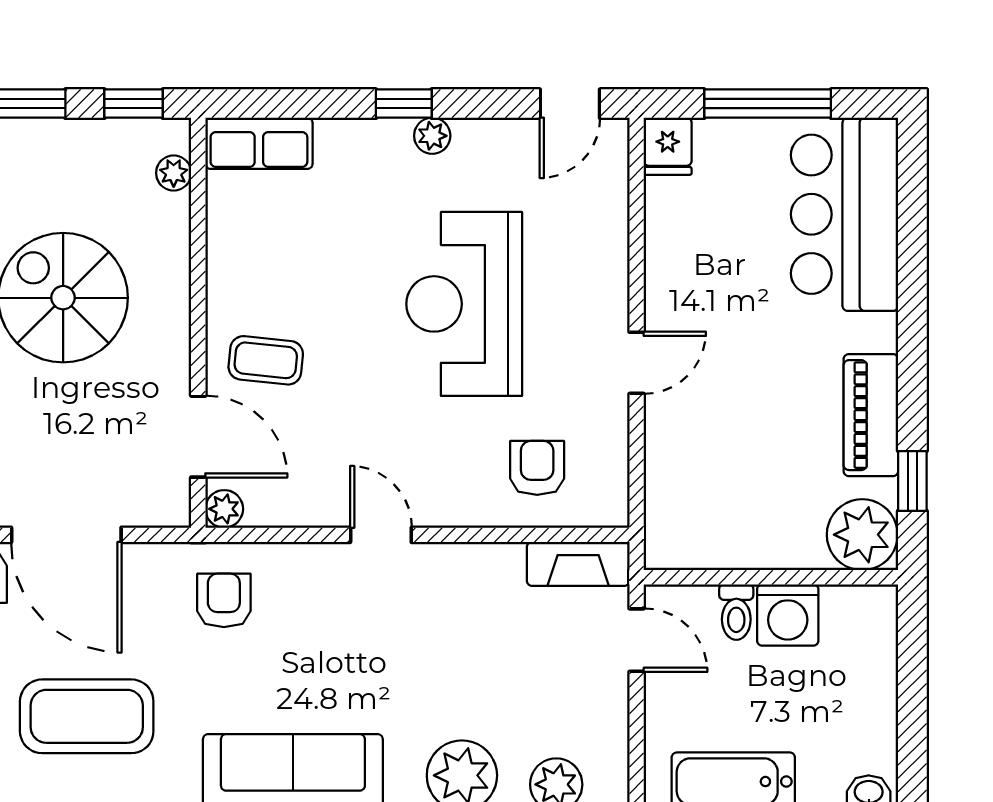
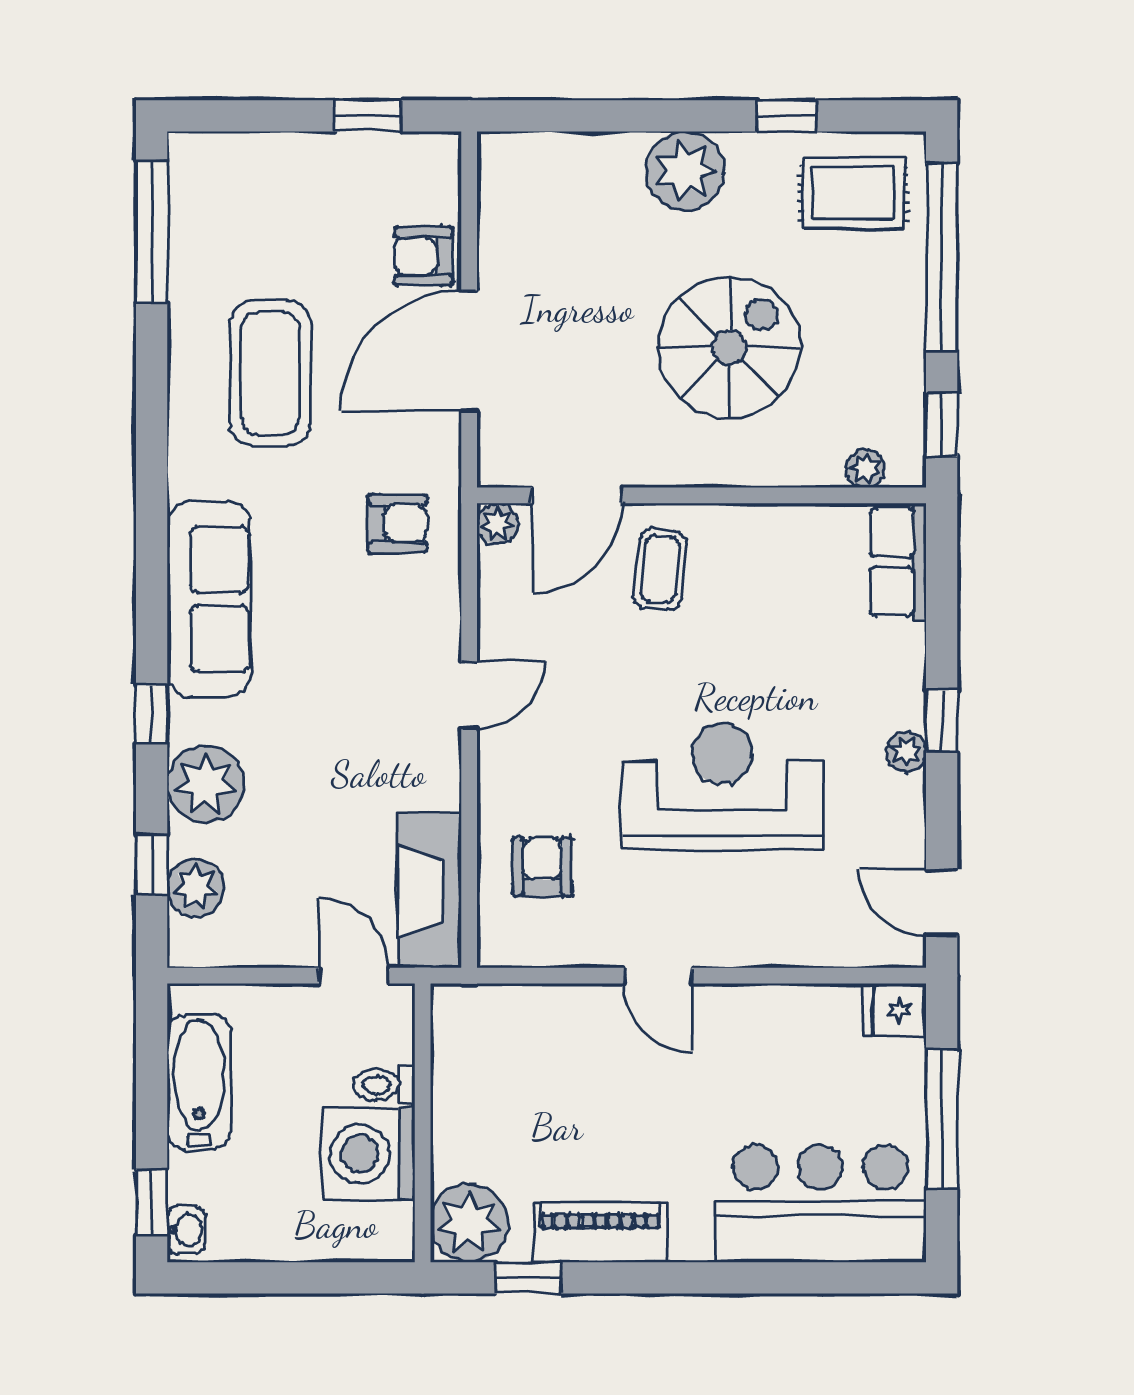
armchair: (537, 468) -> (542, 867), turned -90
fireplace: (578, 564) -> (430, 891), width x1.37, depth x1.32
washing machine: (788, 615) -> (369, 1154), width x1.37, depth x1.37
door: (637, 640) -> (354, 976), swing flipped

